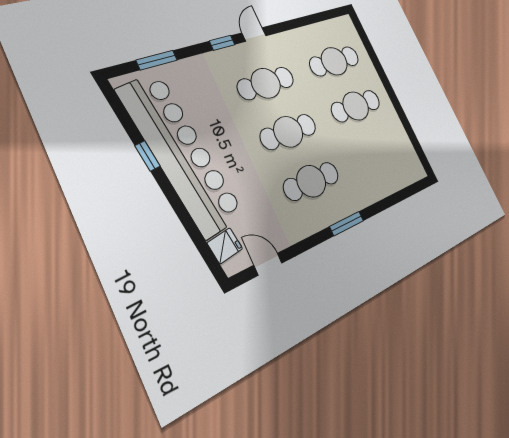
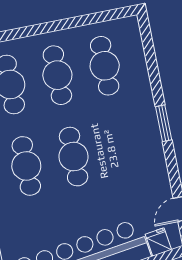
cafe table: (311, 181) -> (105, 66), moved

